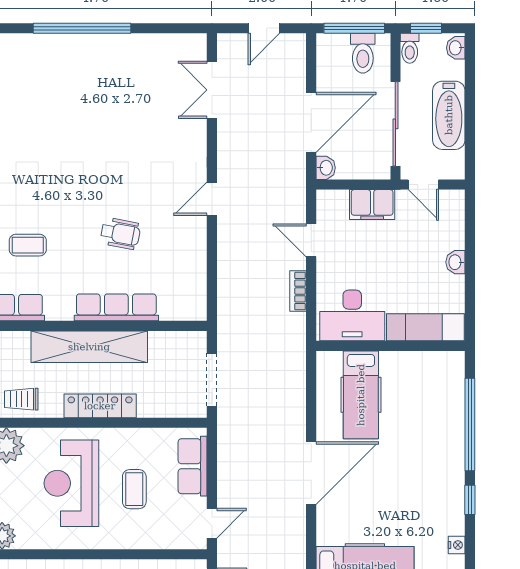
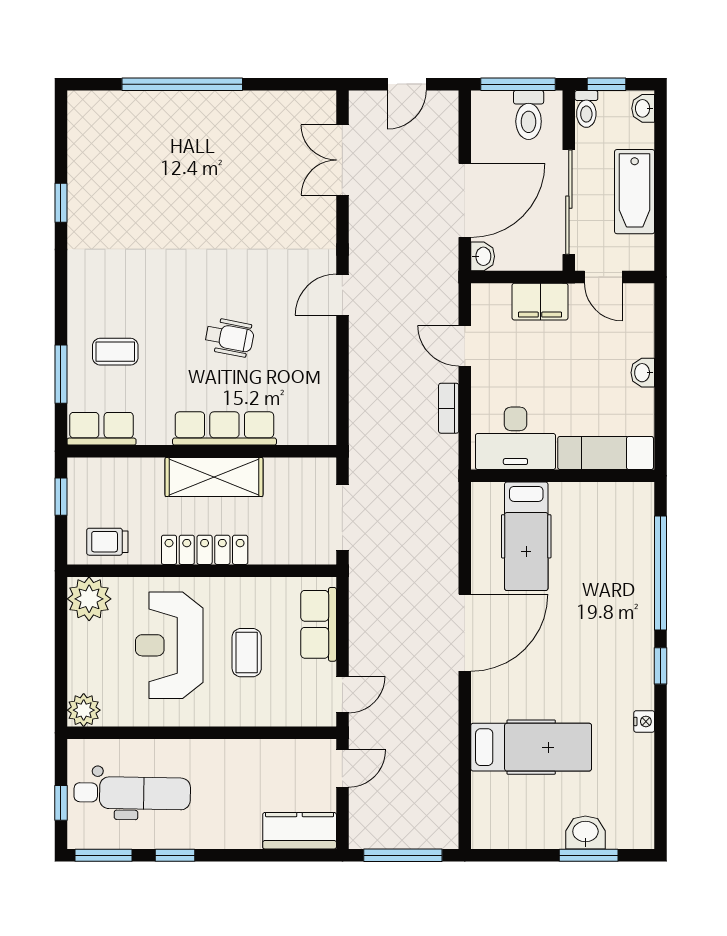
shelving: (89, 347) -> (214, 477), width x0.68

